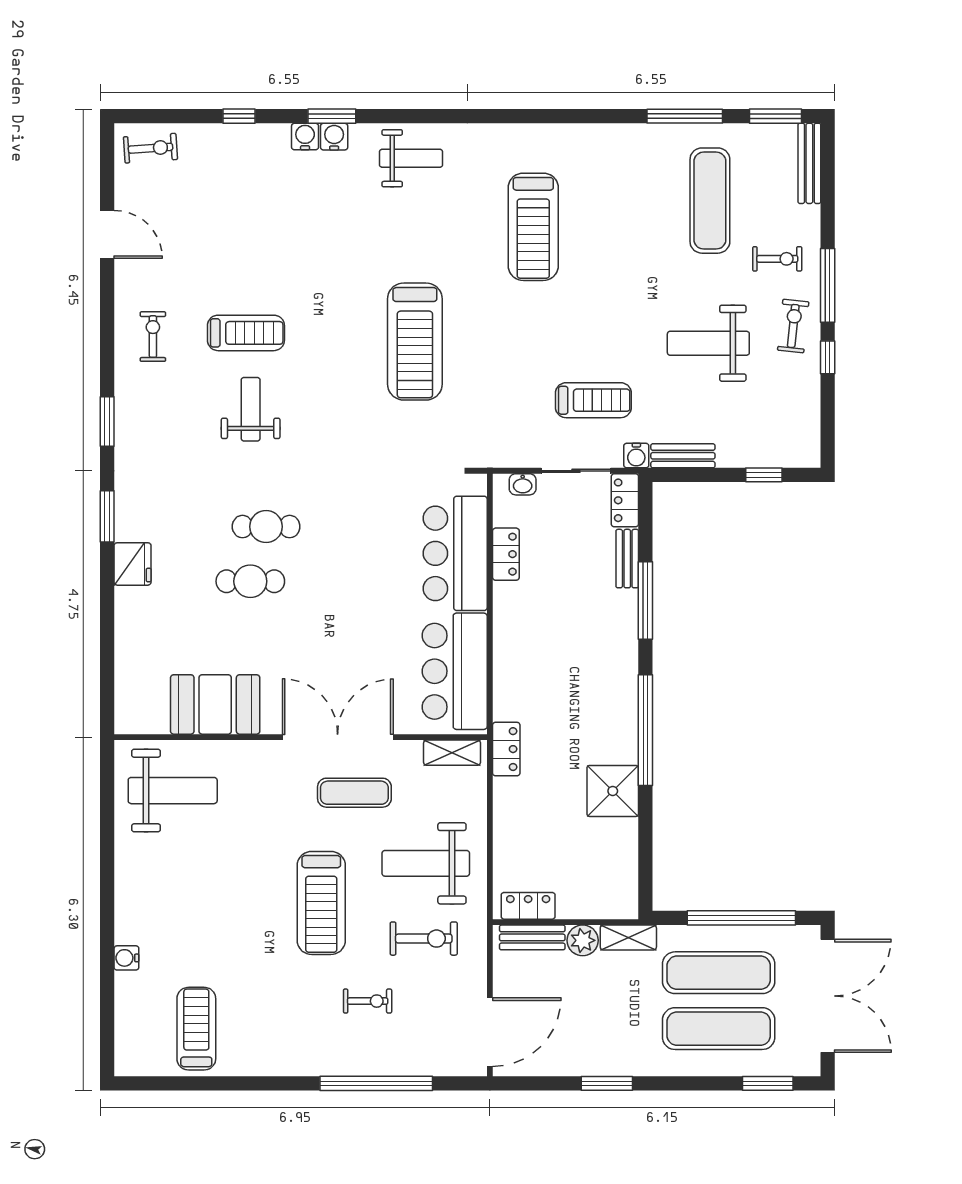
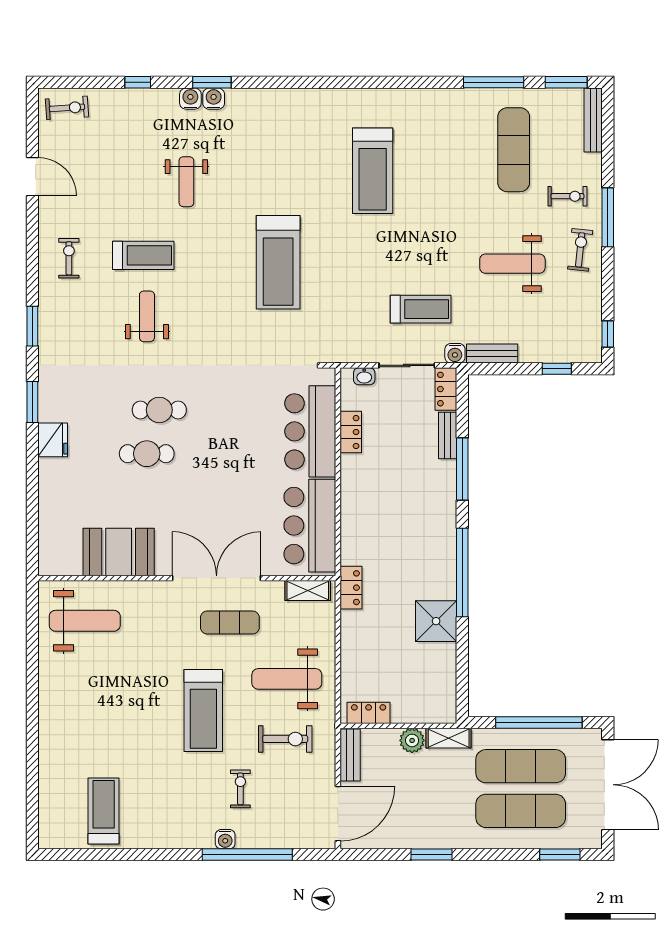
weight bench: (411, 158) -> (186, 182), moved, turned 90
window: (828, 357) -> (608, 334), moved
bench: (532, 937) -> (350, 755), moved, turned 90
water cooler: (126, 958) -> (225, 839), moved, turned -90
exercise bike: (368, 1001) -> (240, 789), turned -90

